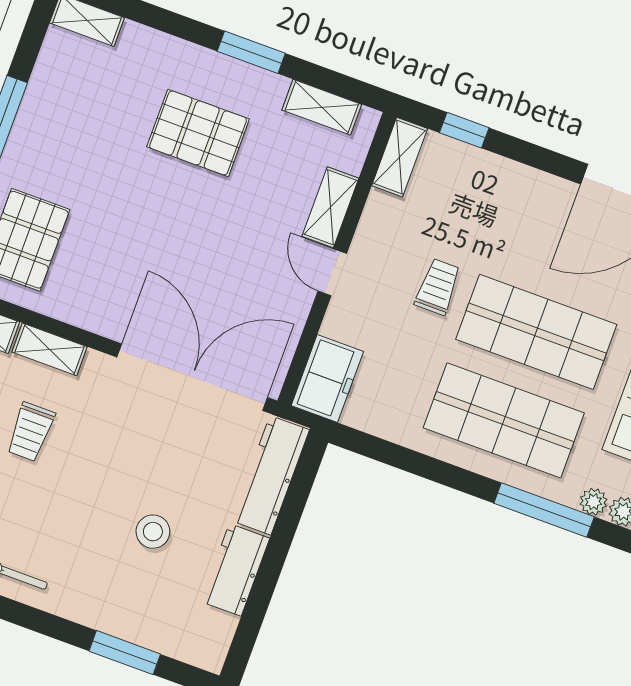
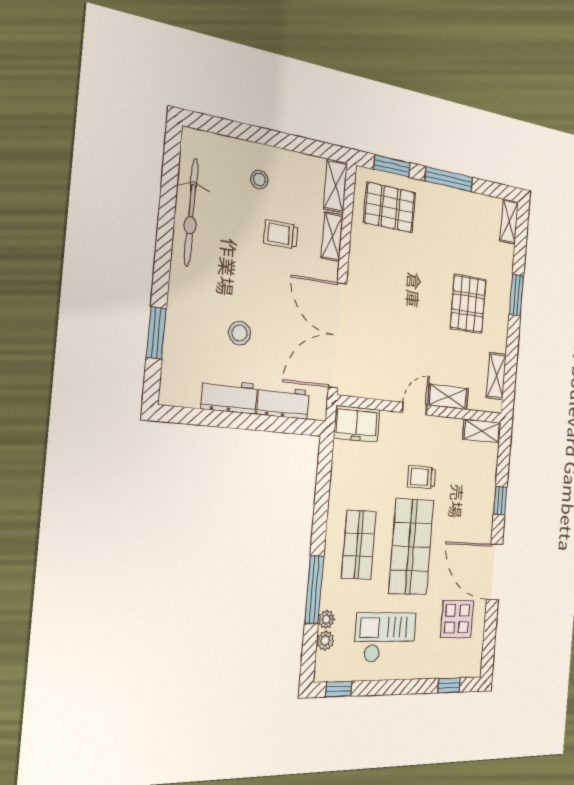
window: (251, 52) -> (516, 295), moved
window: (464, 130) -> (500, 501), moved
trolley: (438, 287) -> (421, 477), turned 180
double door: (192, 377) -> (337, 335), swing flipped
shop shelf: (504, 420) -> (359, 545), width x0.70, depth x0.74
workbench: (270, 475) -> (283, 402), width x0.73

